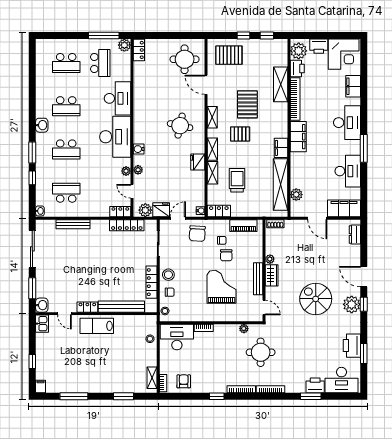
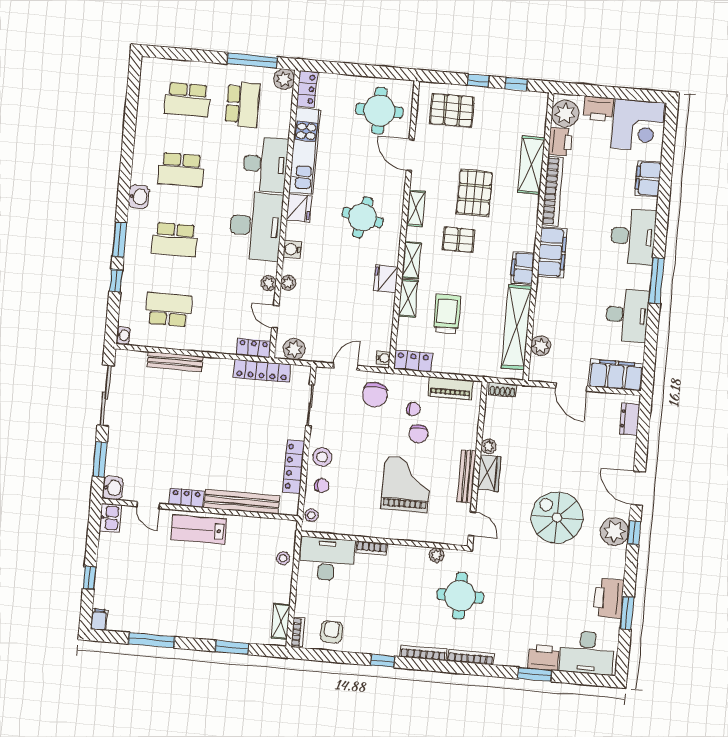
kitchen unit: (141, 88) -> (304, 151), added
fridge: (161, 210) -> (299, 208), moved, turned 90

